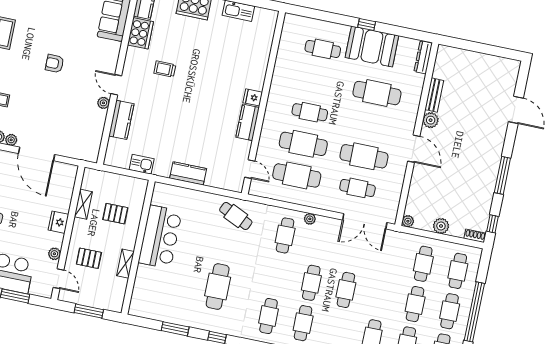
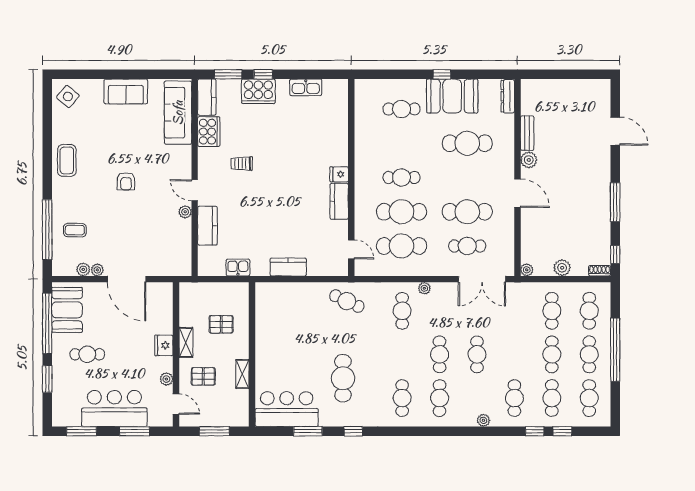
armchair: (55, 64) -> (126, 181), turned -90
shelving: (83, 204) -> (186, 342), moved
bar counter: (160, 237) -> (287, 409), moved, turned -90

